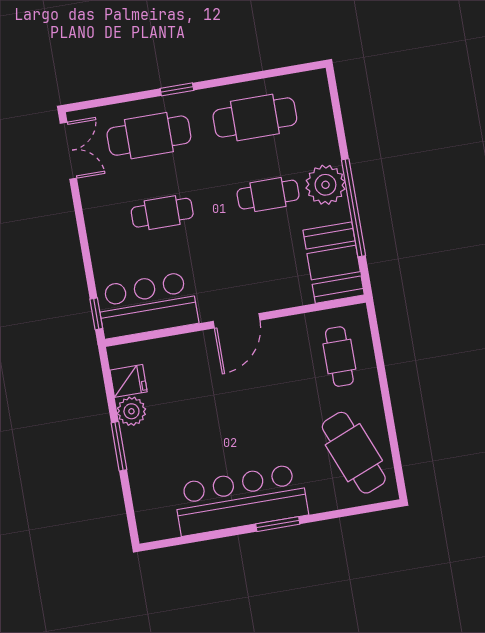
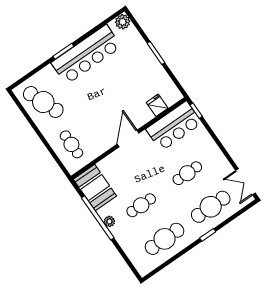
plant: (325, 185) -> (109, 221), width x0.53, depth x0.53
fridge: (128, 381) -> (157, 105), moved, turned 90
plant: (131, 411) -> (123, 22), moved

